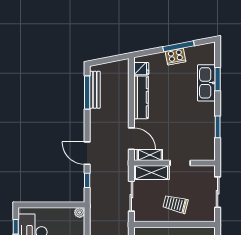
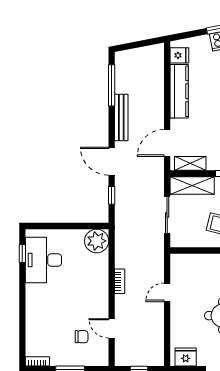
bench: (95, 90) -> (121, 118), moved
door: (131, 139) -> (167, 143), swing flipped
plant: (80, 212) -> (97, 241), width x1.88, depth x1.88

